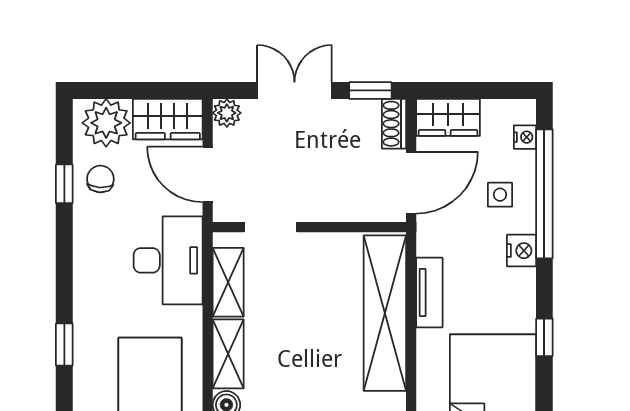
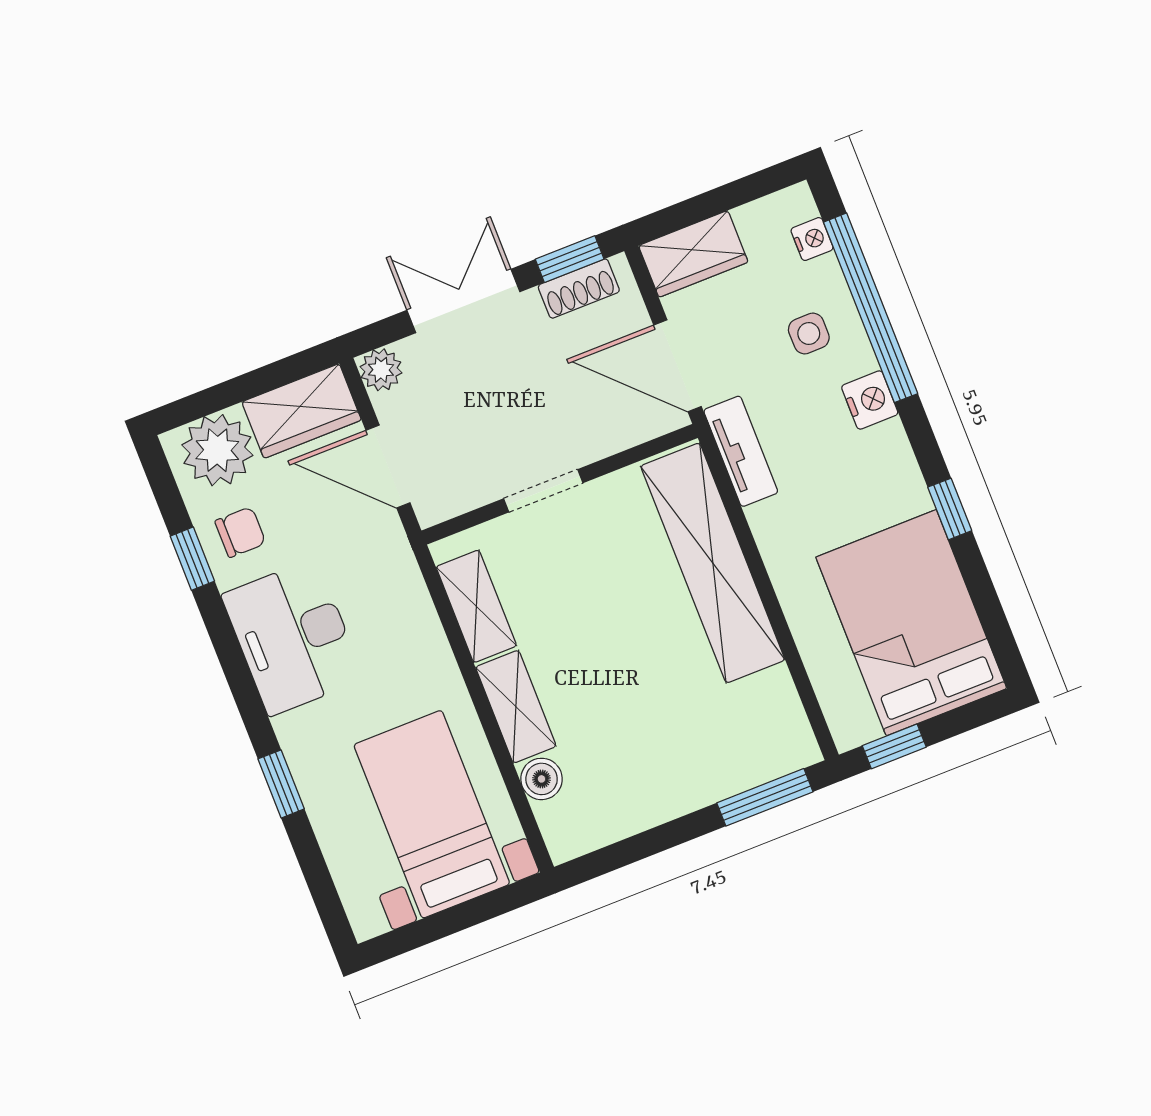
shoe rack: (394, 124) -> (579, 289), moved, turned -90
chair: (100, 179) -> (240, 532), turned 87
door: (411, 183) -> (678, 366), swing flipped
doorway: (270, 227) -> (543, 491), moved
desk: (168, 260) -> (293, 637), moved, turned 180
tv unit: (429, 292) -> (741, 451), moved

